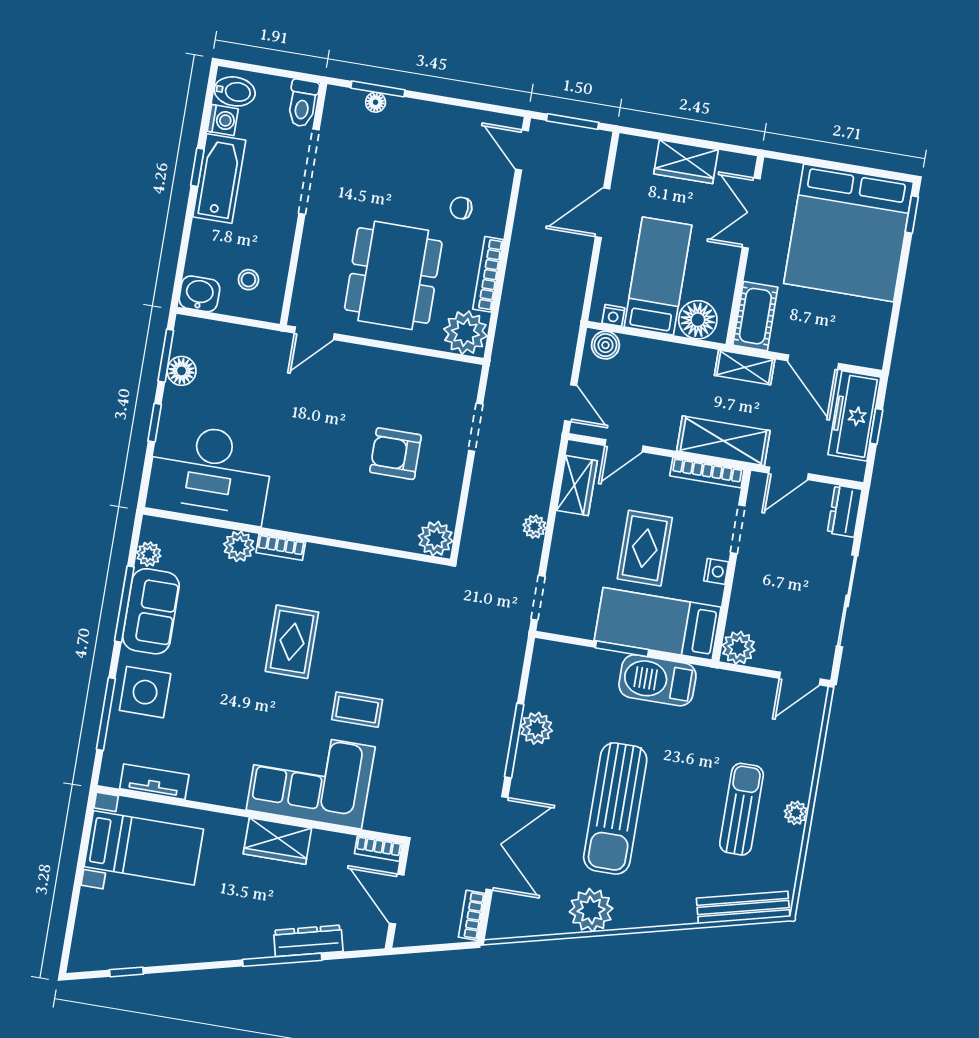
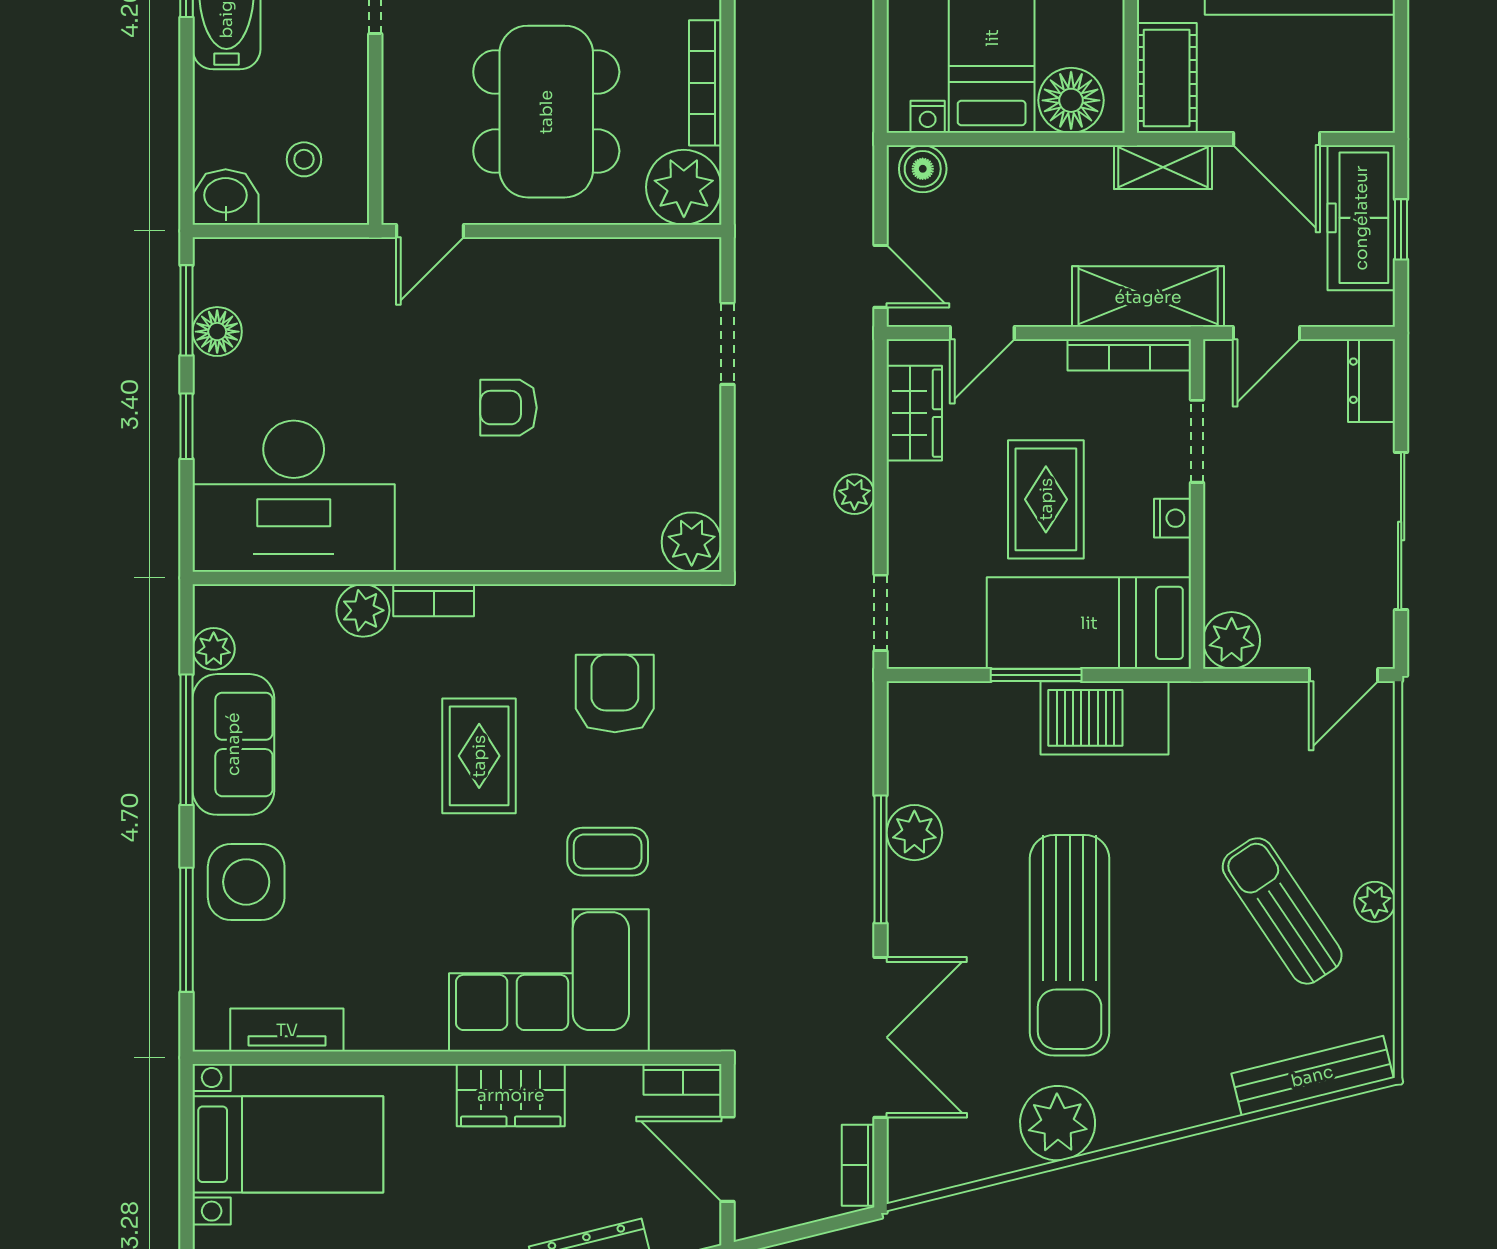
armchair: (395, 454) -> (508, 408), moved, width x0.72, depth x0.72
armchair: (377, 619) -> (615, 693), added
sun lounger: (742, 809) -> (1282, 911), turned -34

